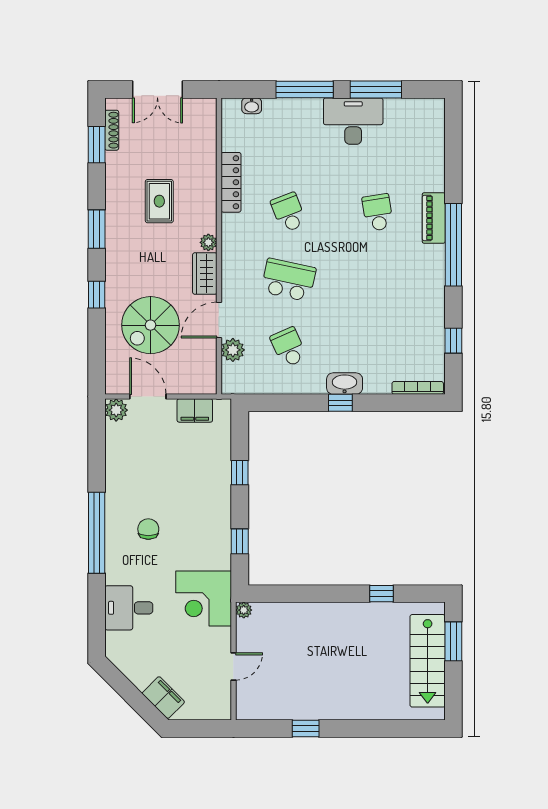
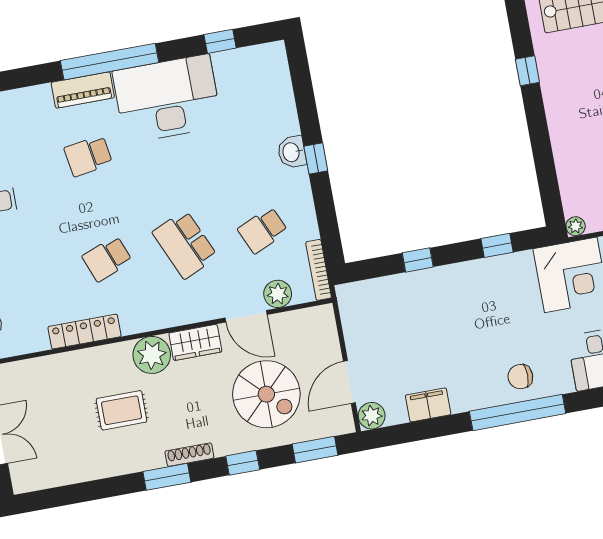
shoe rack: (112, 130) -> (189, 455), moved
window: (97, 145) -> (315, 450), moved
plant: (208, 242) -> (152, 355), width x1.88, depth x1.88
school desk: (288, 280) -> (185, 244), turned -36
desk: (413, 287) -> (167, 99), added
washbasin: (345, 384) -> (292, 152), width x0.72
bookcase: (418, 388) -> (319, 270), moved
filing cabinet: (195, 410) -> (428, 405), moved, turned -90
chair: (148, 529) -> (520, 377), moved

